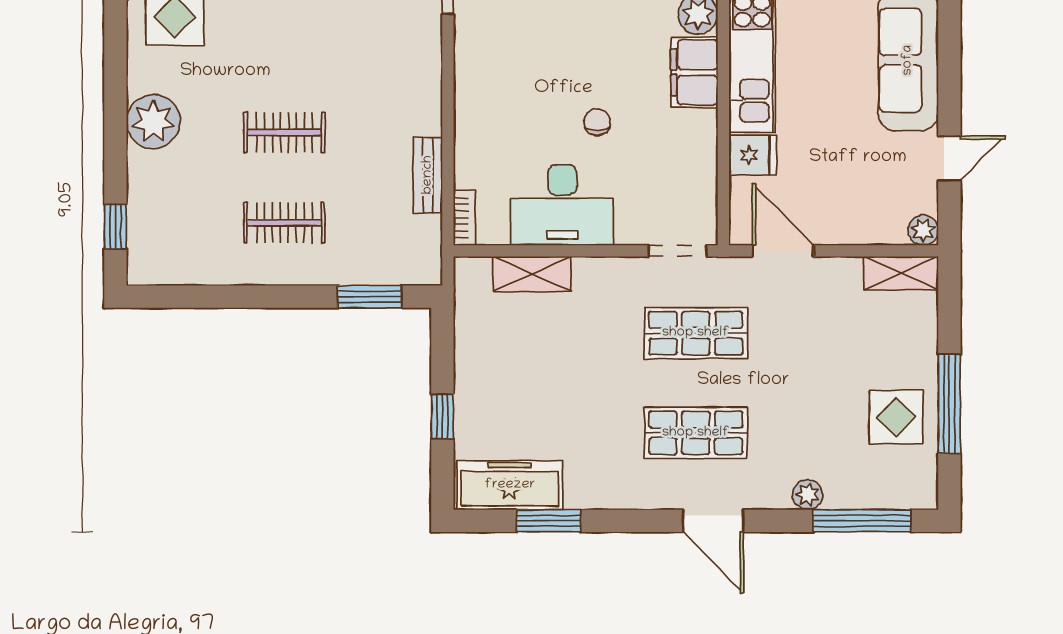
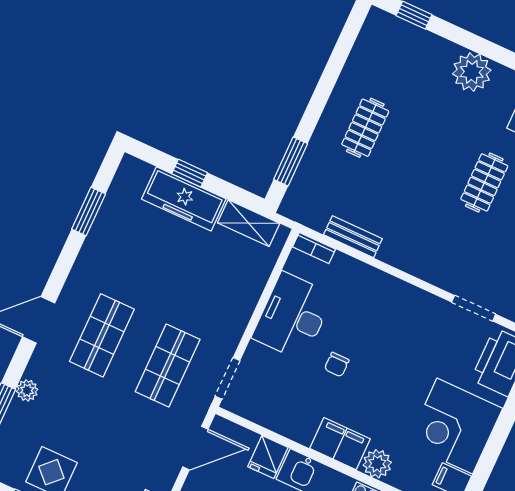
chair: (597, 122) -> (337, 365), turned 90
clothes rail: (284, 132) -> (484, 182), moved
shelving: (532, 274) -> (249, 223), moved, turned 90
freezer: (510, 485) -> (184, 199), moved, turned 90

